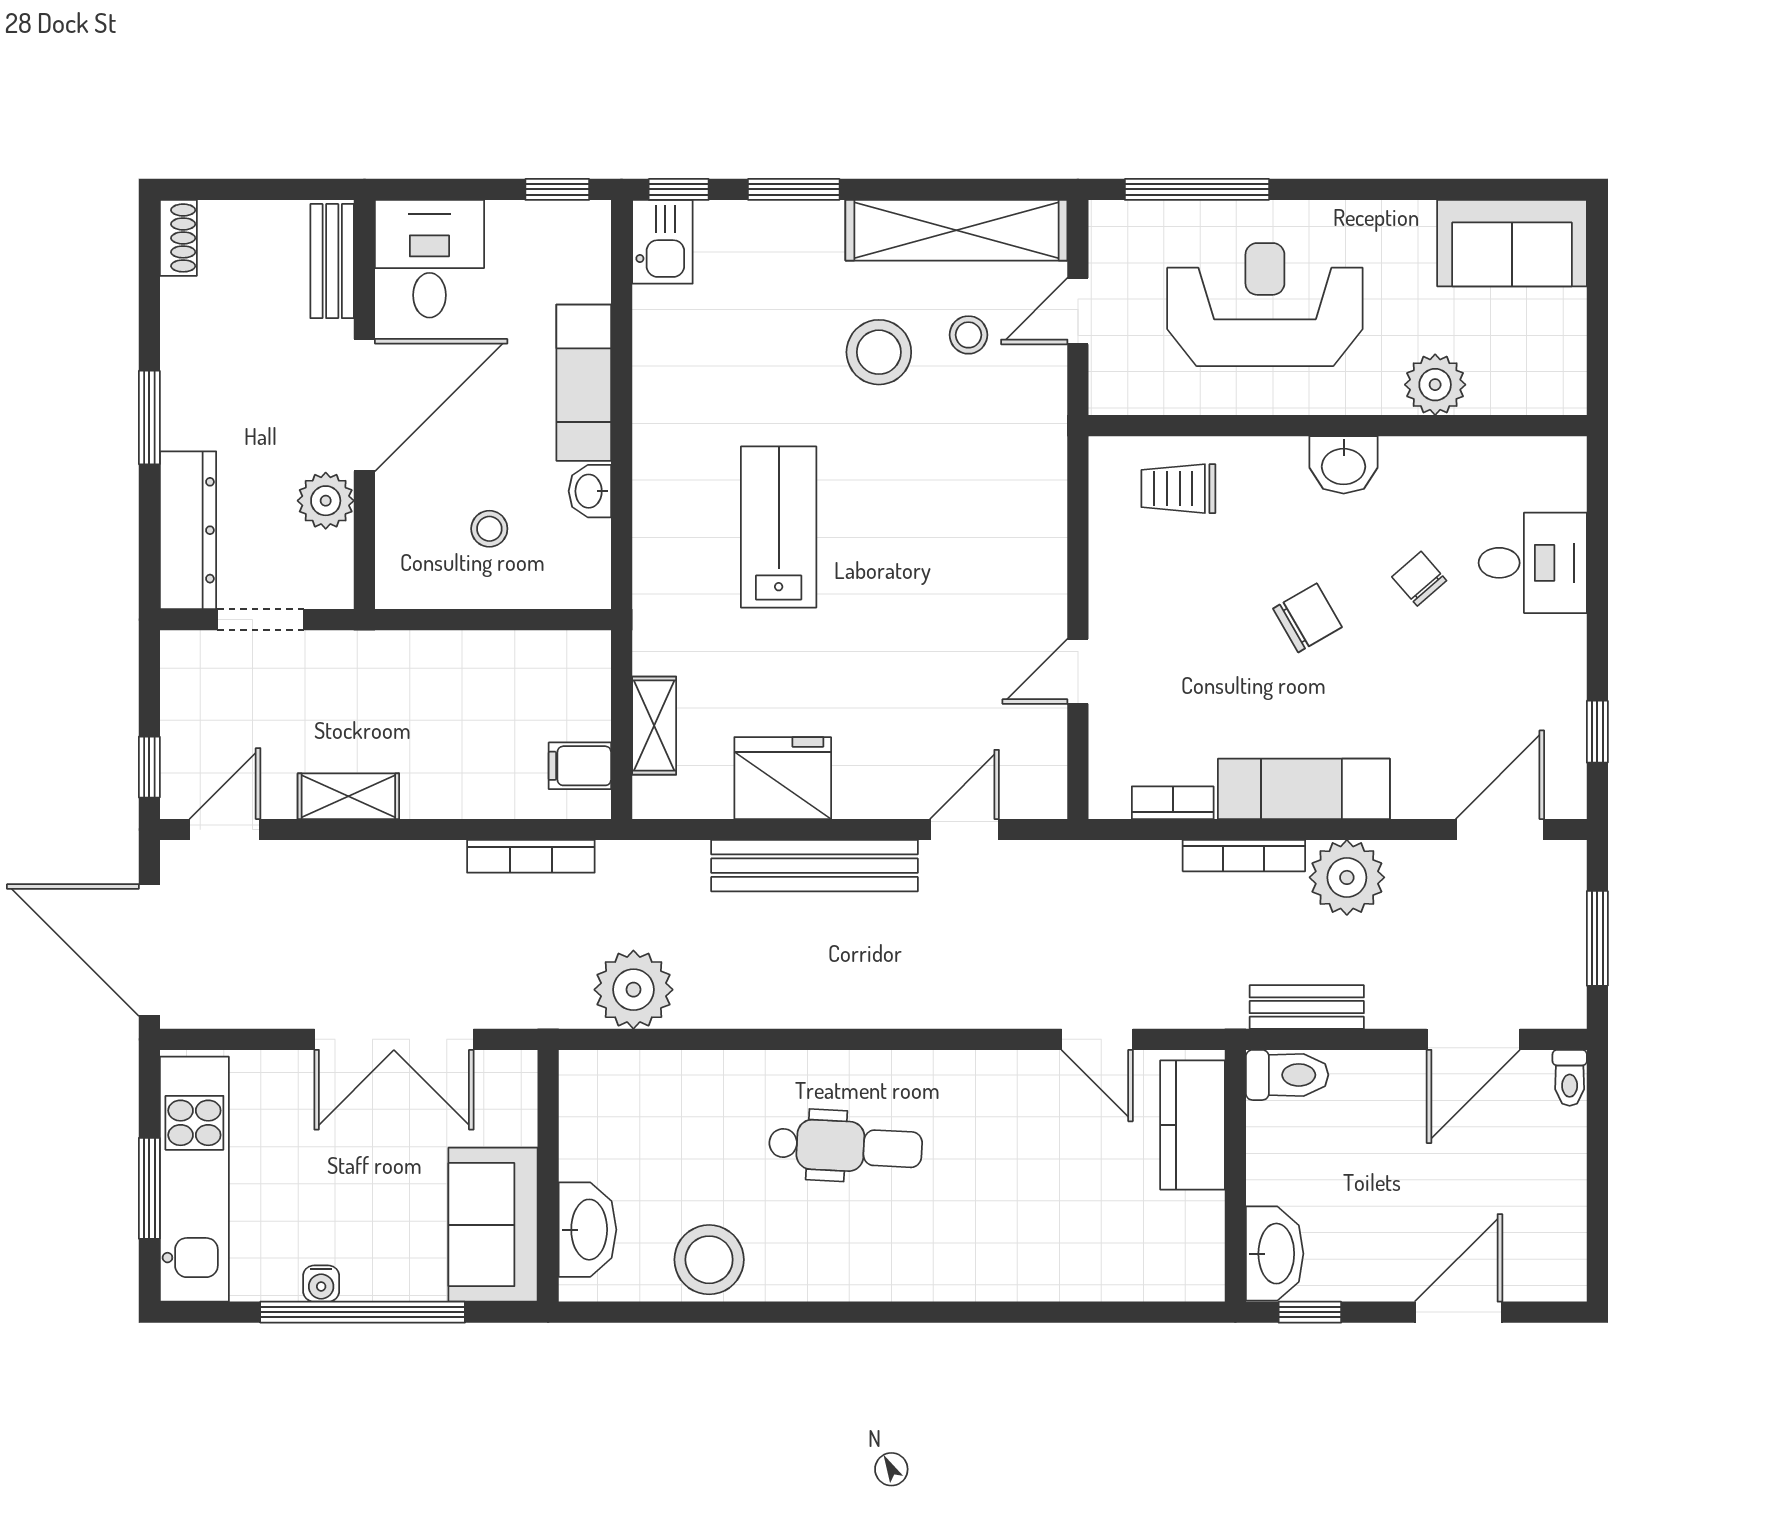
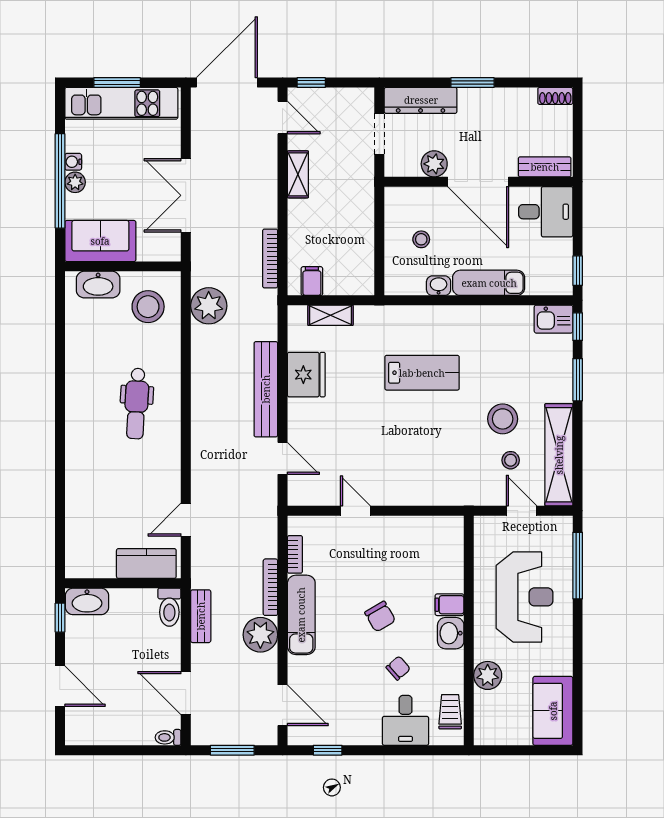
filing cabinet: (1282, 467) -> (450, 605), added
trolley: (1178, 489) -> (450, 712), moved
stool: (709, 1260) -> (148, 307), moved
plant: (366, 1279) -> (75, 182), added

